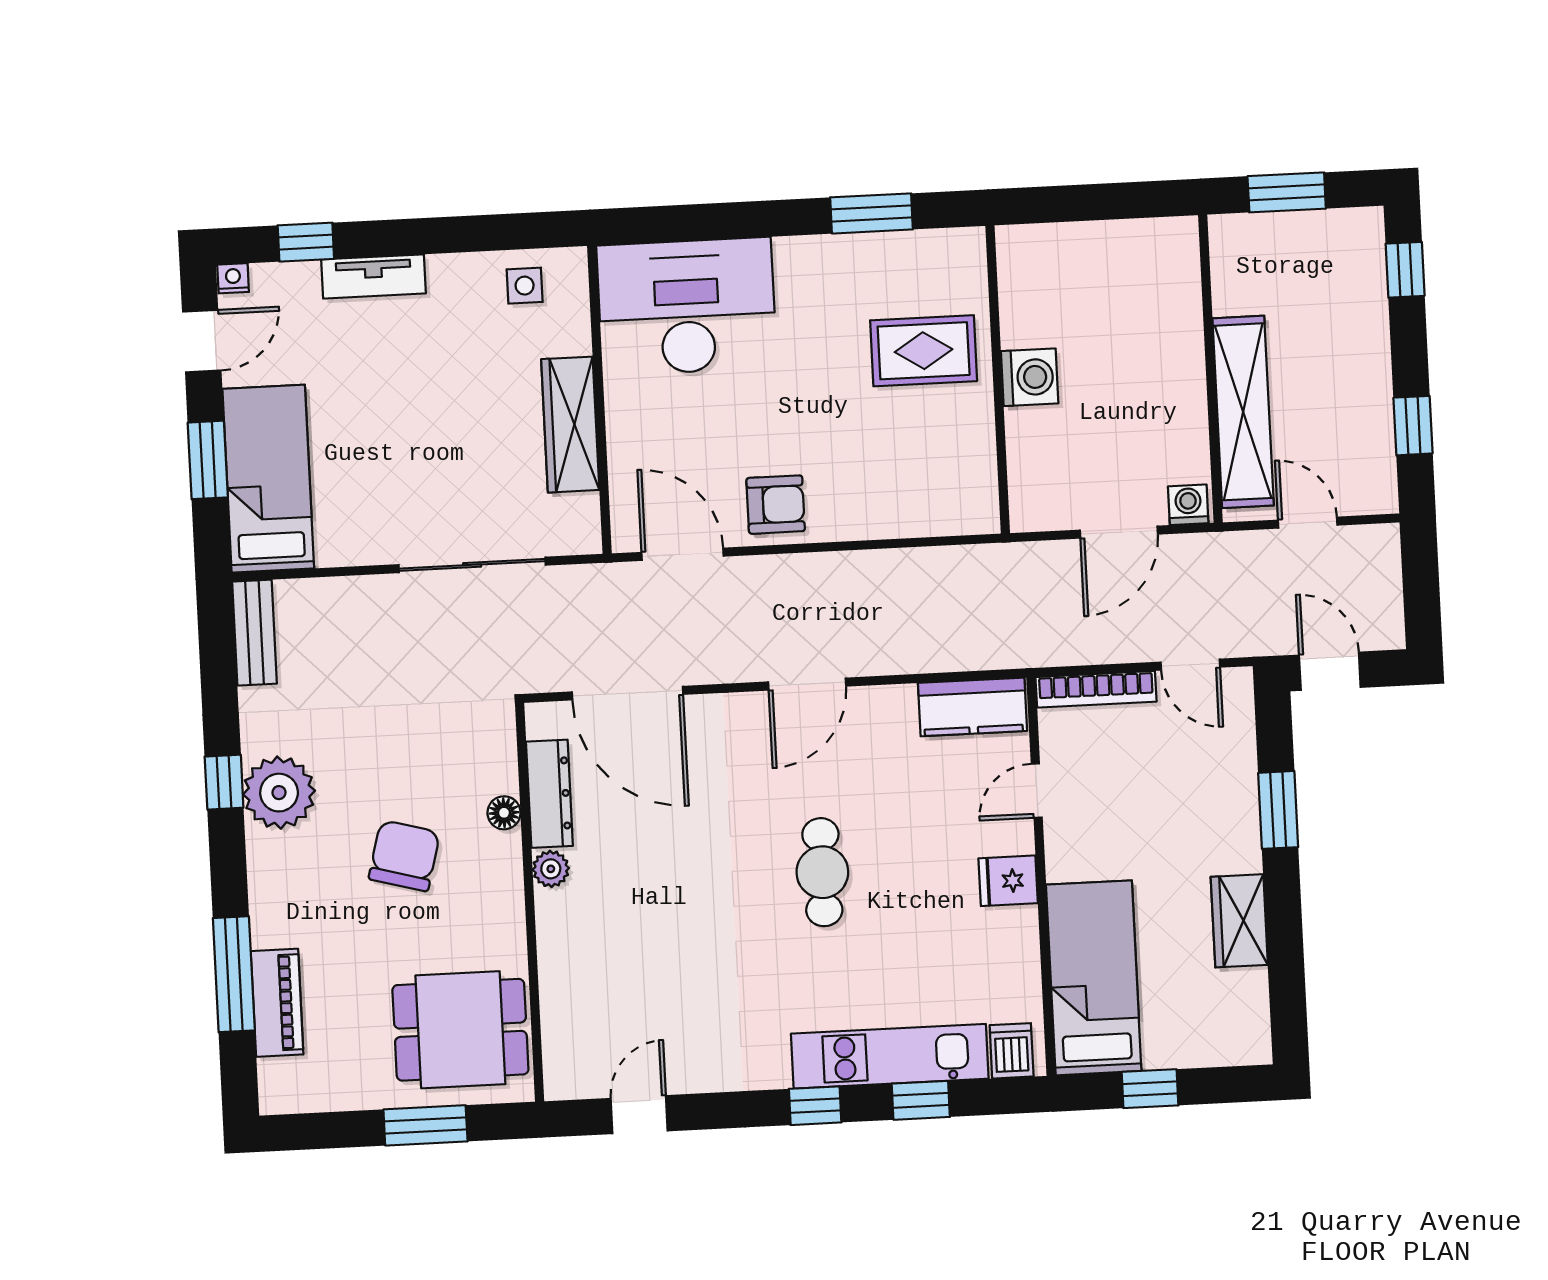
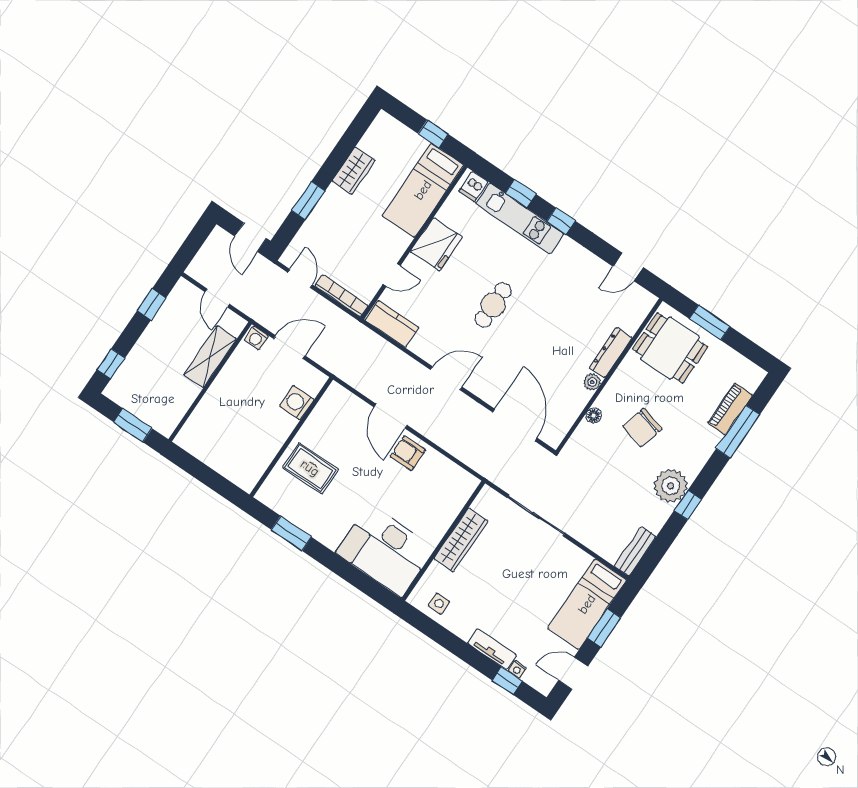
nightstand: (233, 278) -> (517, 669), moved
washing machine: (1030, 377) -> (297, 403), moved
shelving: (1243, 412) -> (210, 357), width x0.68
door: (683, 554) -> (391, 416), moved
dresser: (549, 794) -> (611, 353), moved
fridge: (1008, 881) -> (436, 244), width x1.88, depth x1.34

